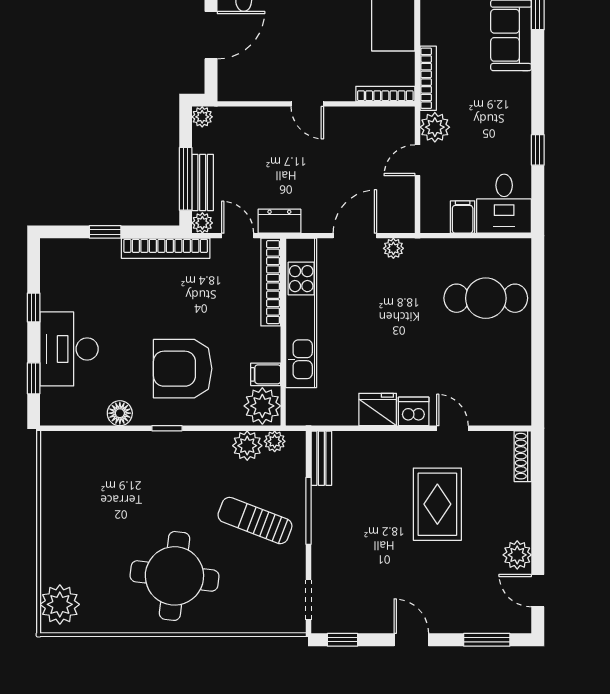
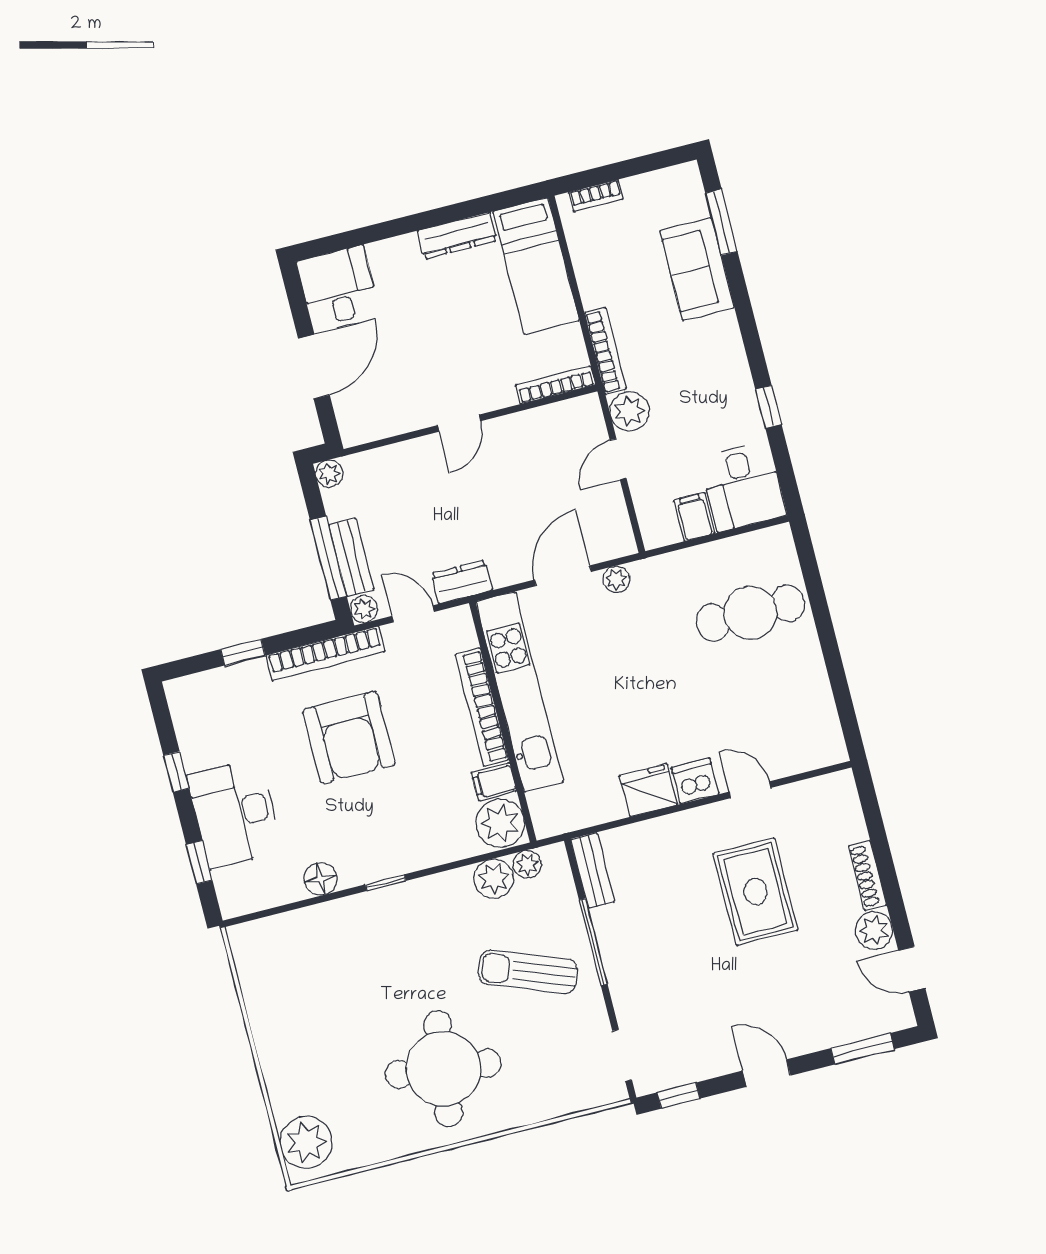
door: (307, 104) -> (459, 423), hinge flipped
bookcase: (271, 282) -> (482, 707), moved
armchair: (183, 369) -> (349, 738), moved, turned -90
shoe rack: (523, 456) -> (868, 875), moved

